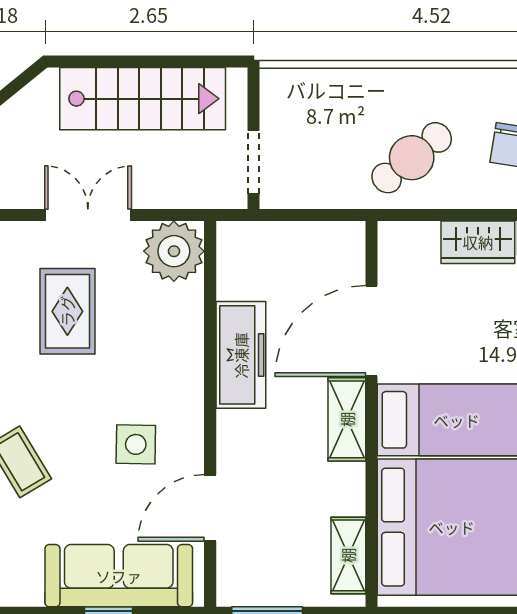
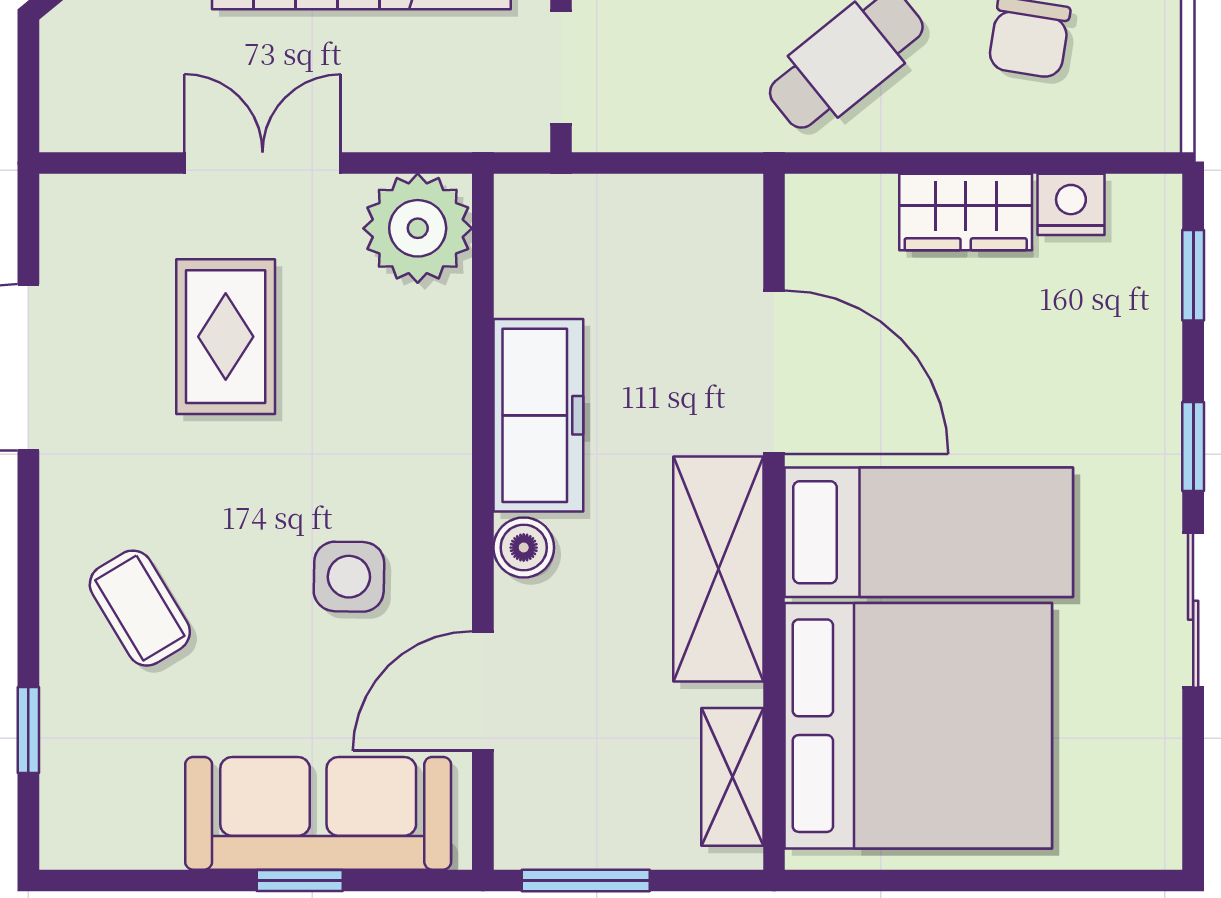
door: (372, 331) -> (774, 372), swing flipped
shelving: (347, 419) -> (718, 569), width x1.50, depth x1.33
boiler: (233, 428) -> (524, 548), added

